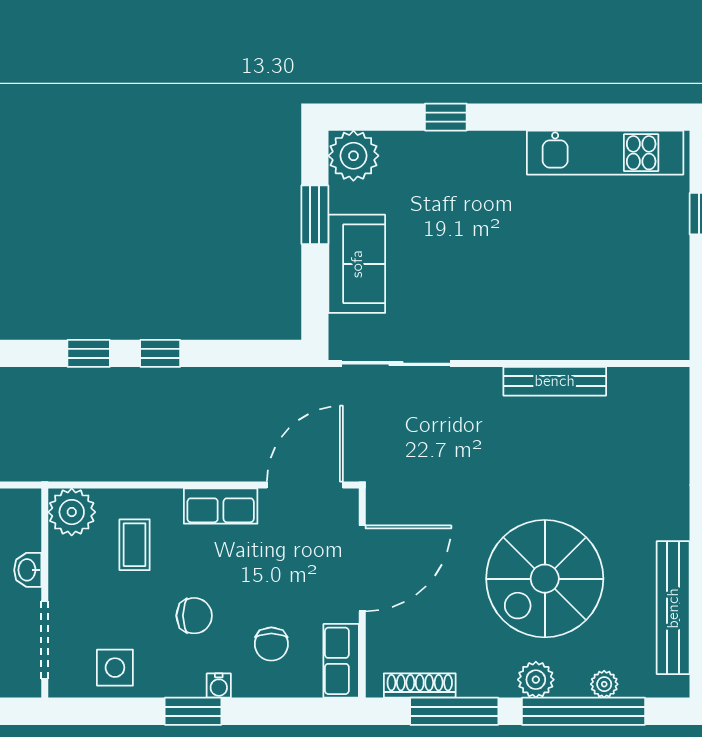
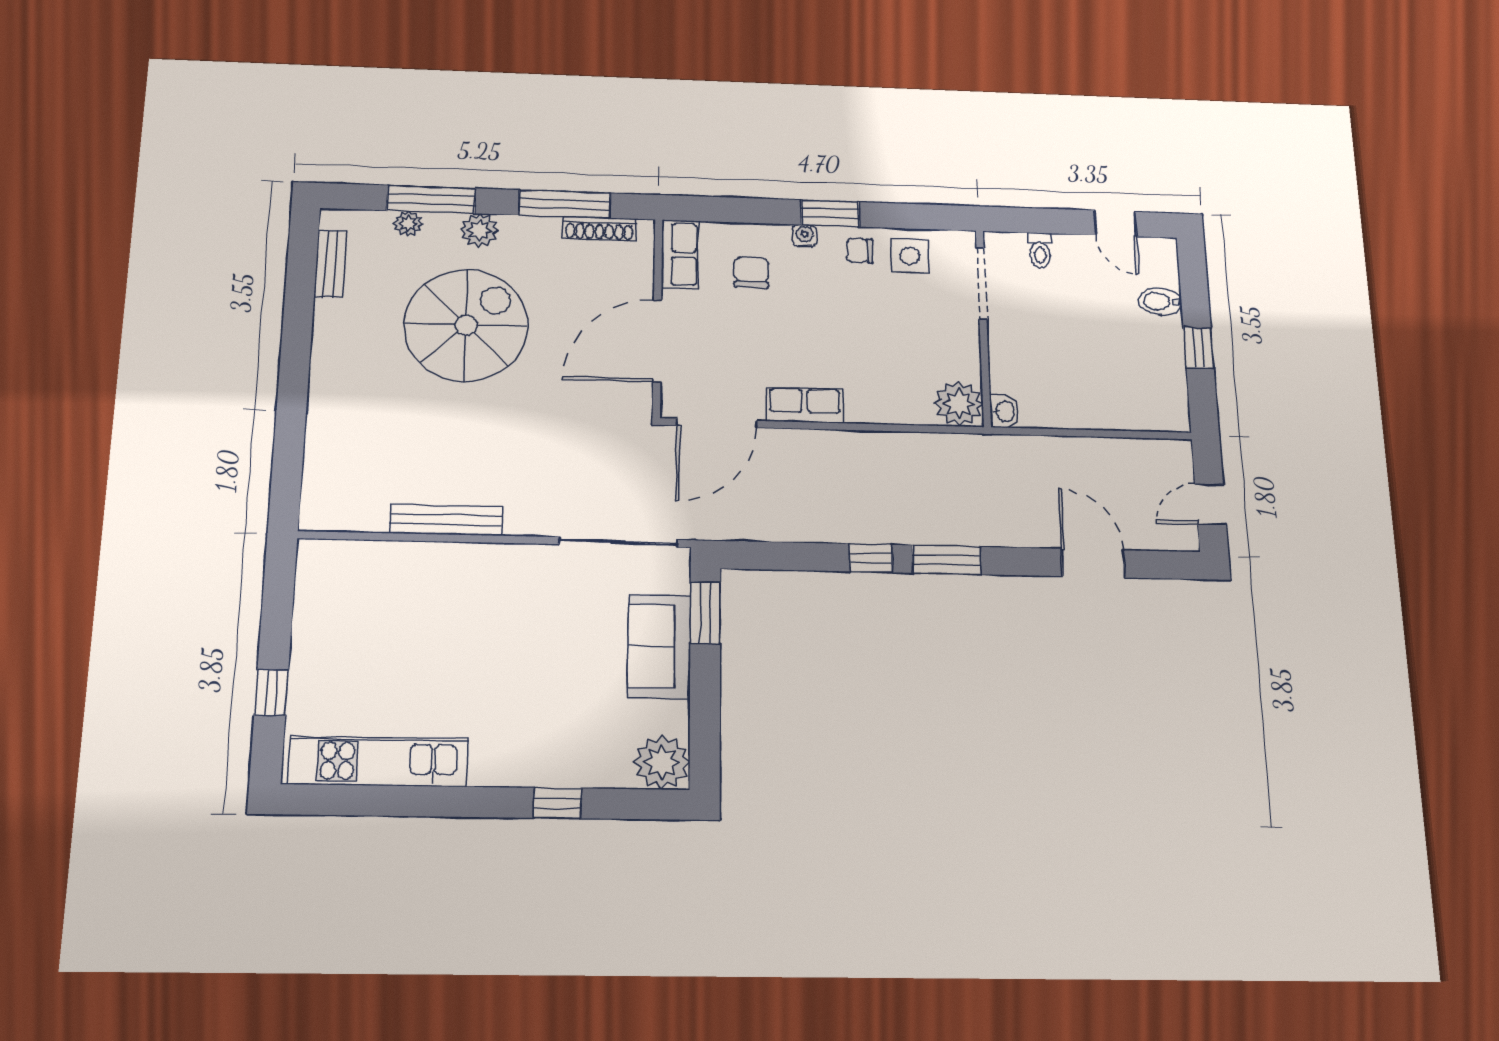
window: (315, 215) -> (705, 613), moved
window: (89, 353) -> (947, 560), width x1.50
coffee table: (135, 545) -> (893, 370), removed
washbasin: (28, 570) -> (1004, 411), moved
bench: (673, 608) -> (330, 264), width x0.54, depth x0.82
chair: (194, 616) -> (860, 250), moved, width x0.73, depth x0.73
window: (584, 711) -> (431, 199), width x0.68

